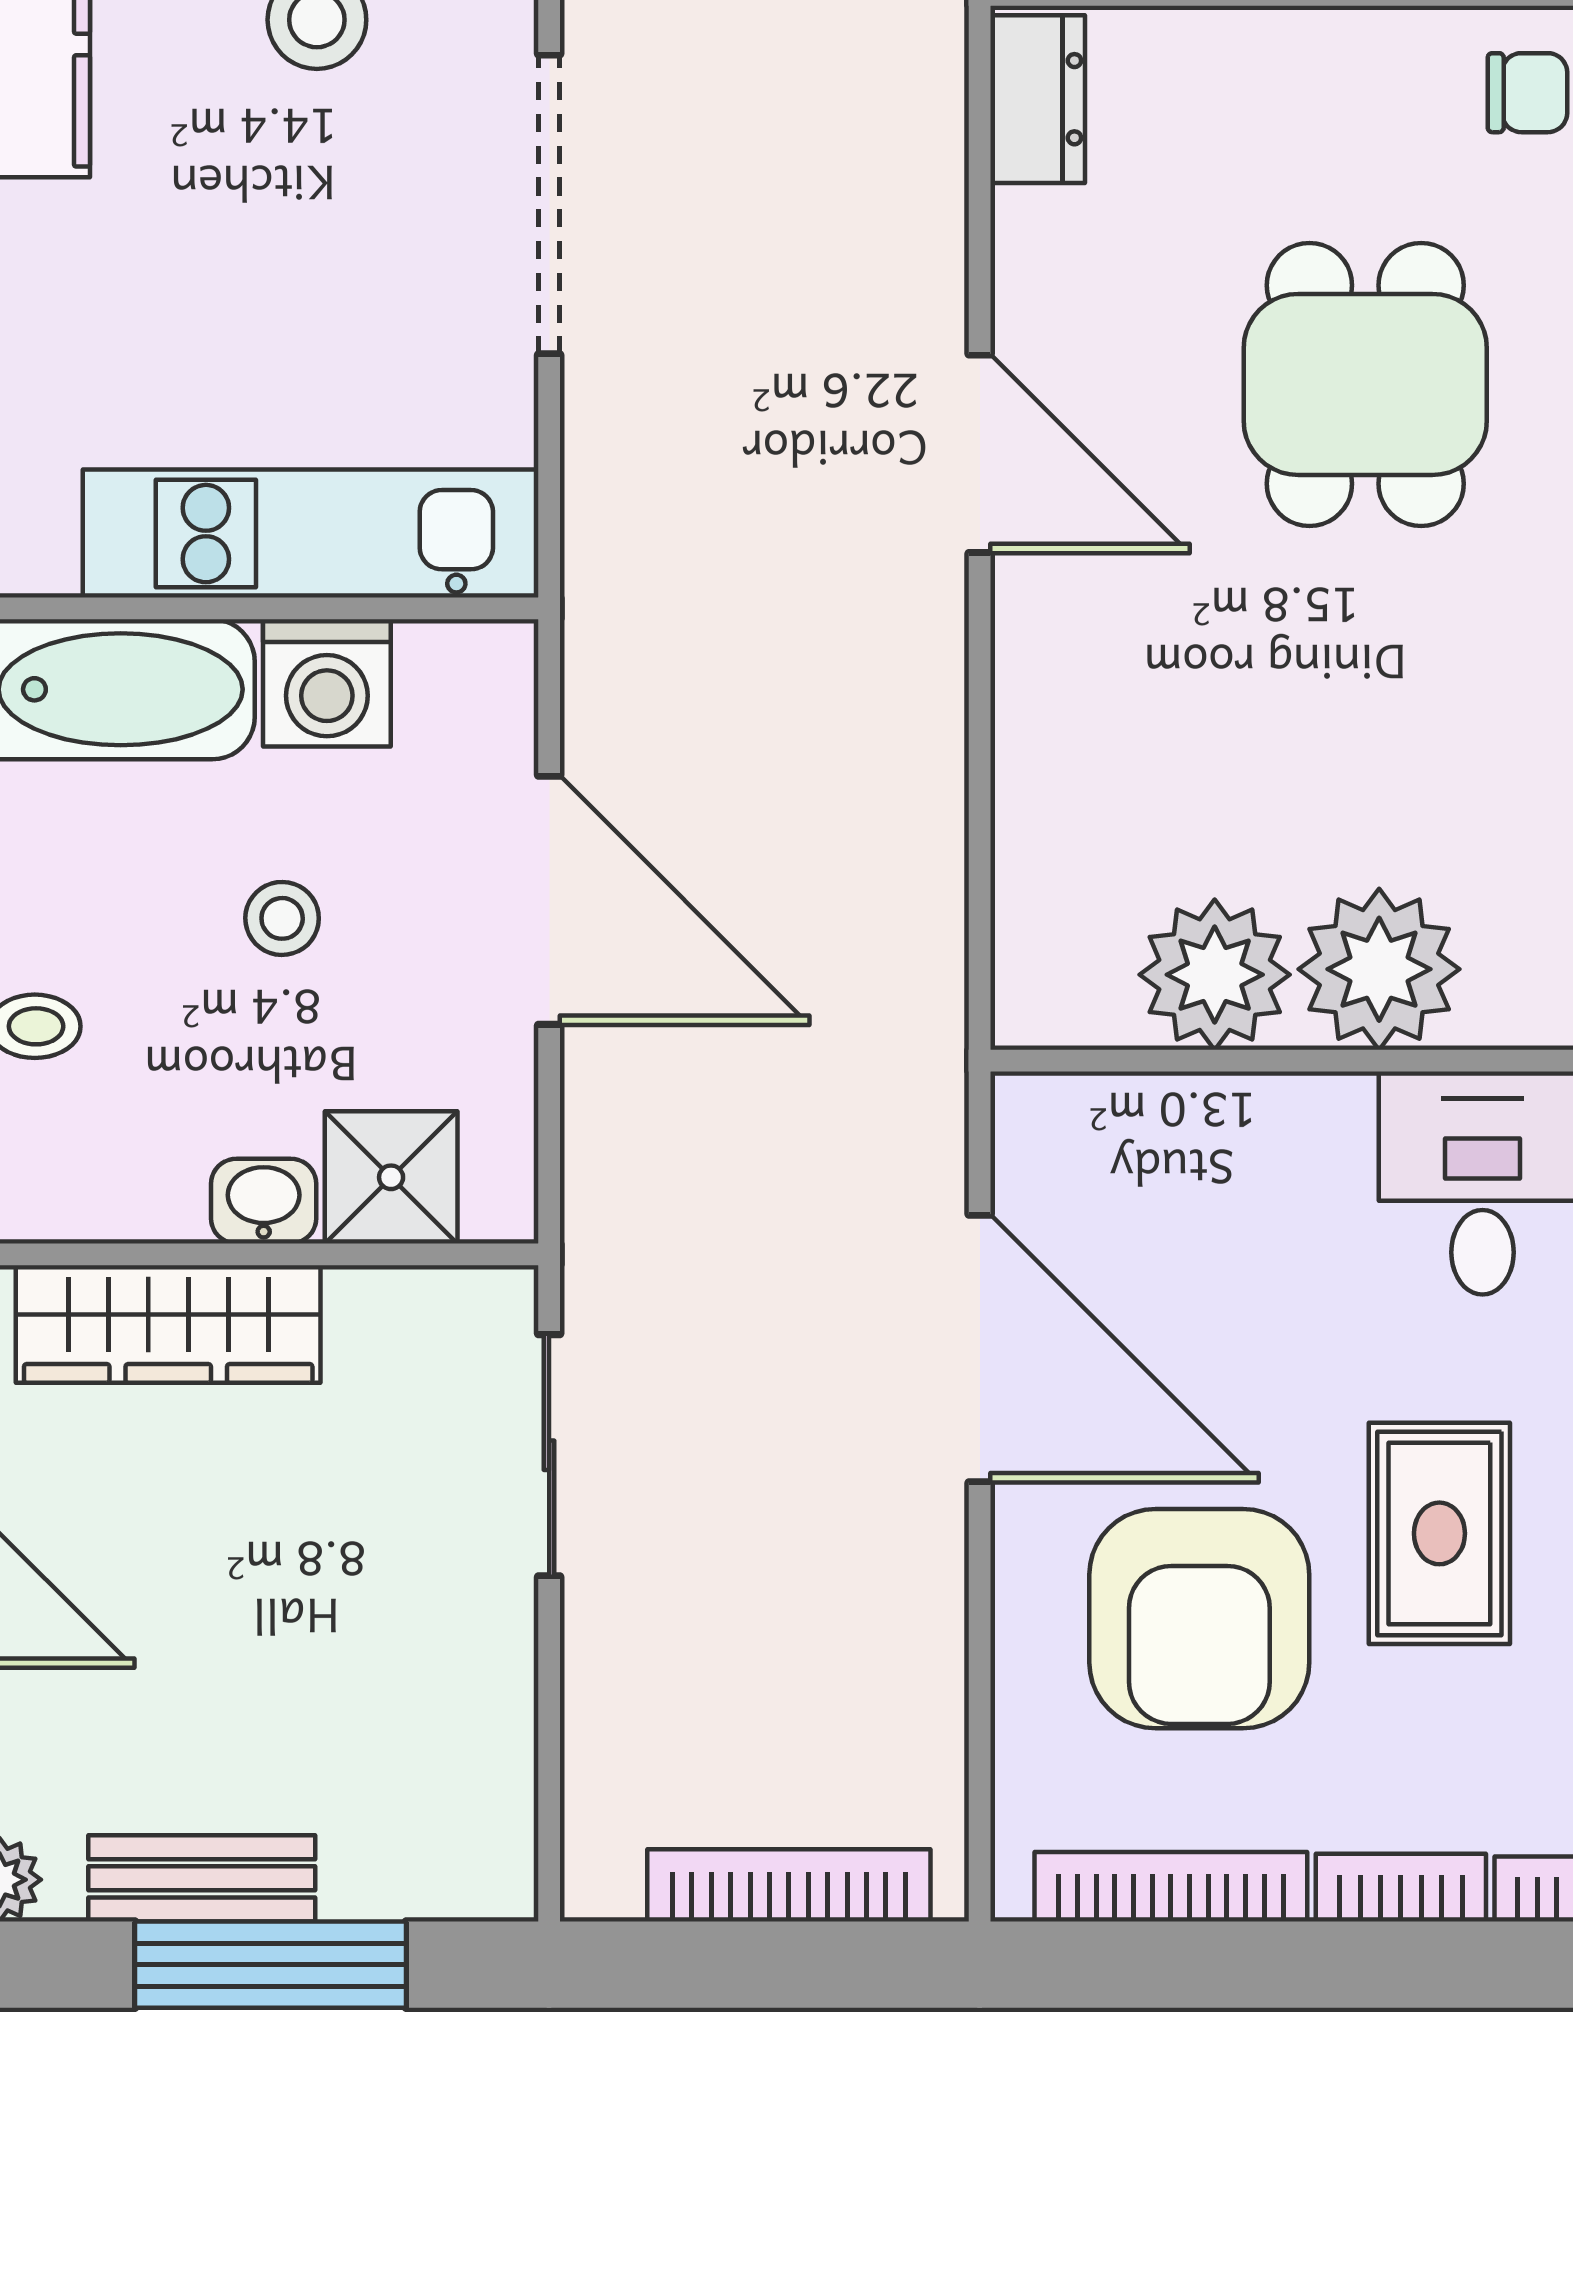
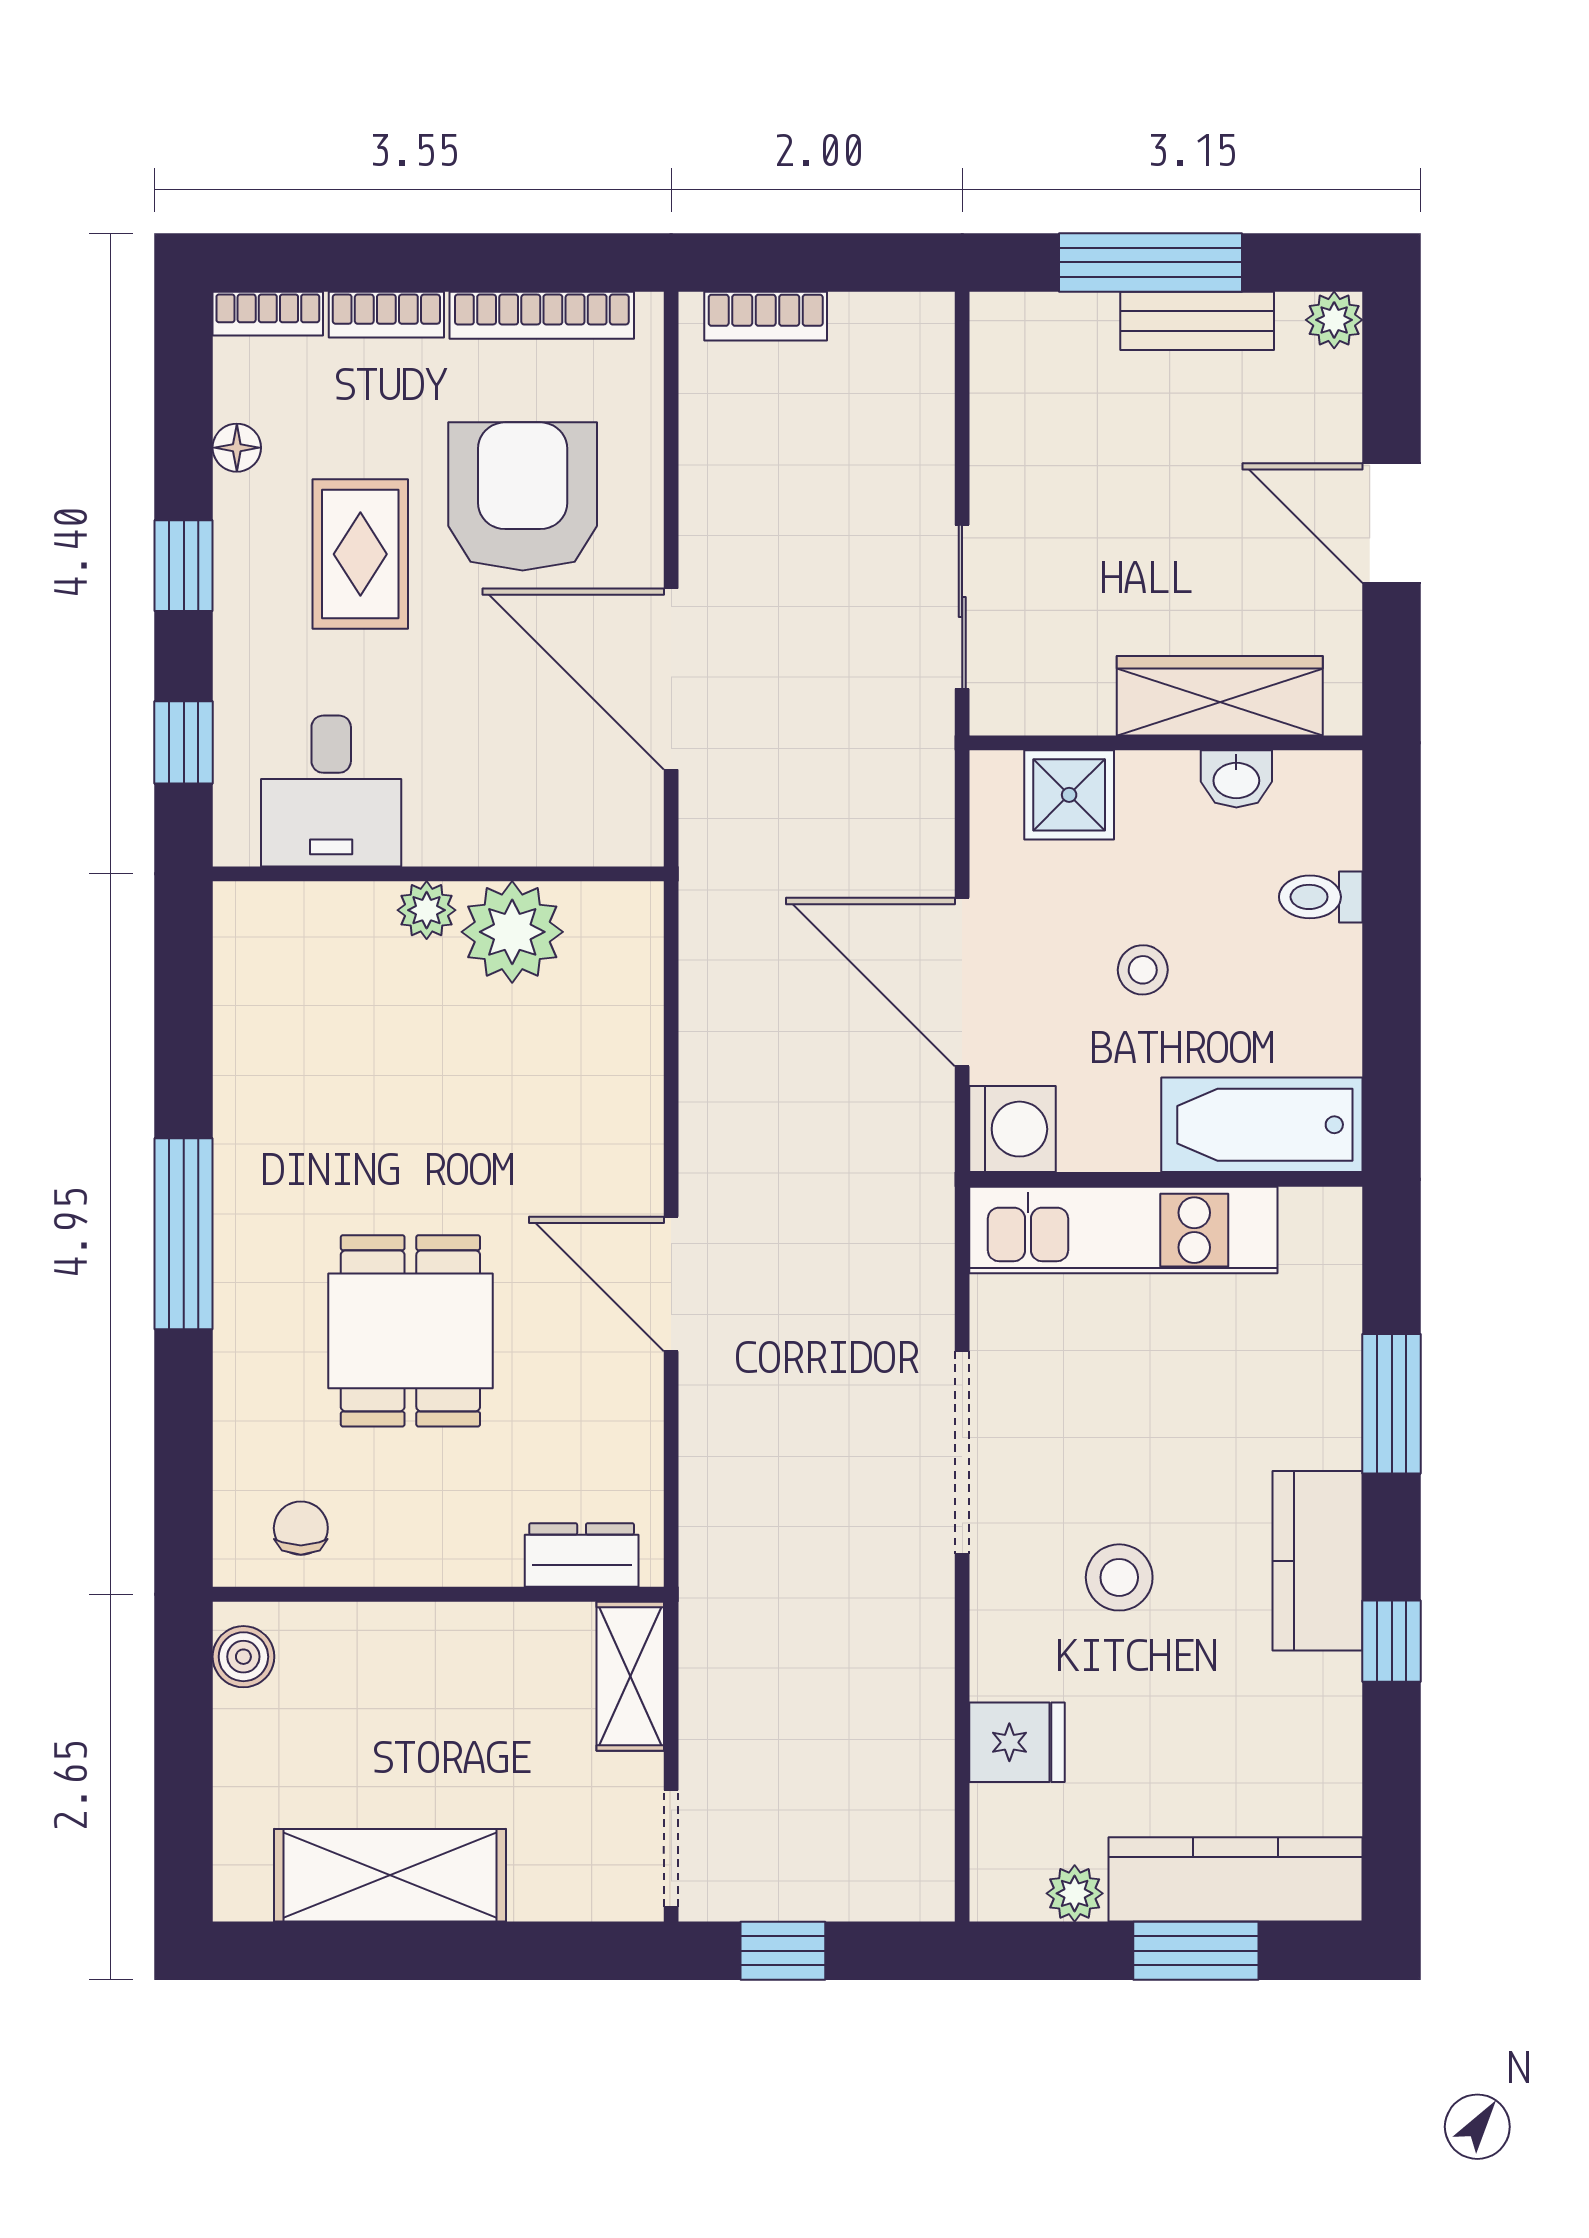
chair: (1527, 93) -> (301, 1528), turned 90
dresser: (1038, 99) -> (582, 1555), moved, turned 90
washing machine: (327, 683) -> (1013, 1129), moved, turned 90
plant: (1379, 969) -> (427, 910), width x0.53, depth x0.53
washbasin: (264, 1201) -> (1236, 779), moved
bookcase: (789, 1885) -> (766, 316), width x0.64

